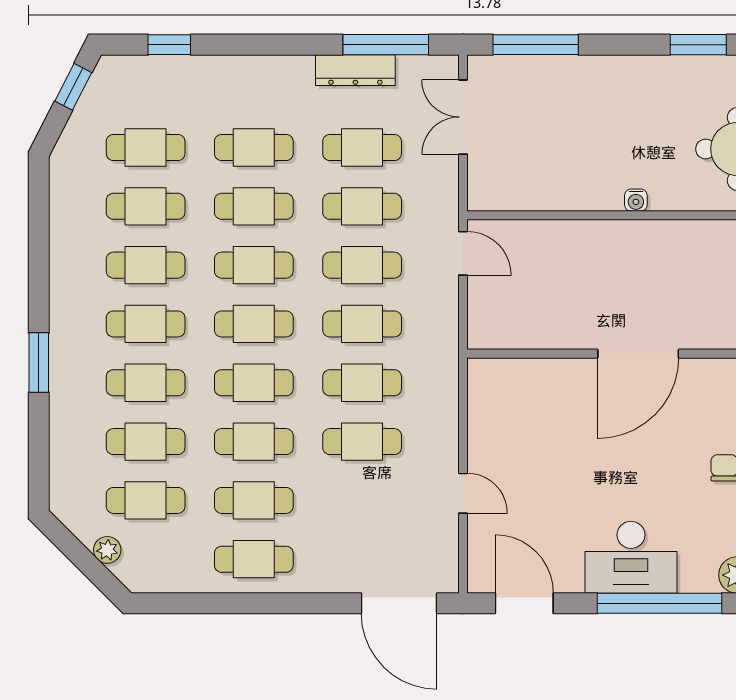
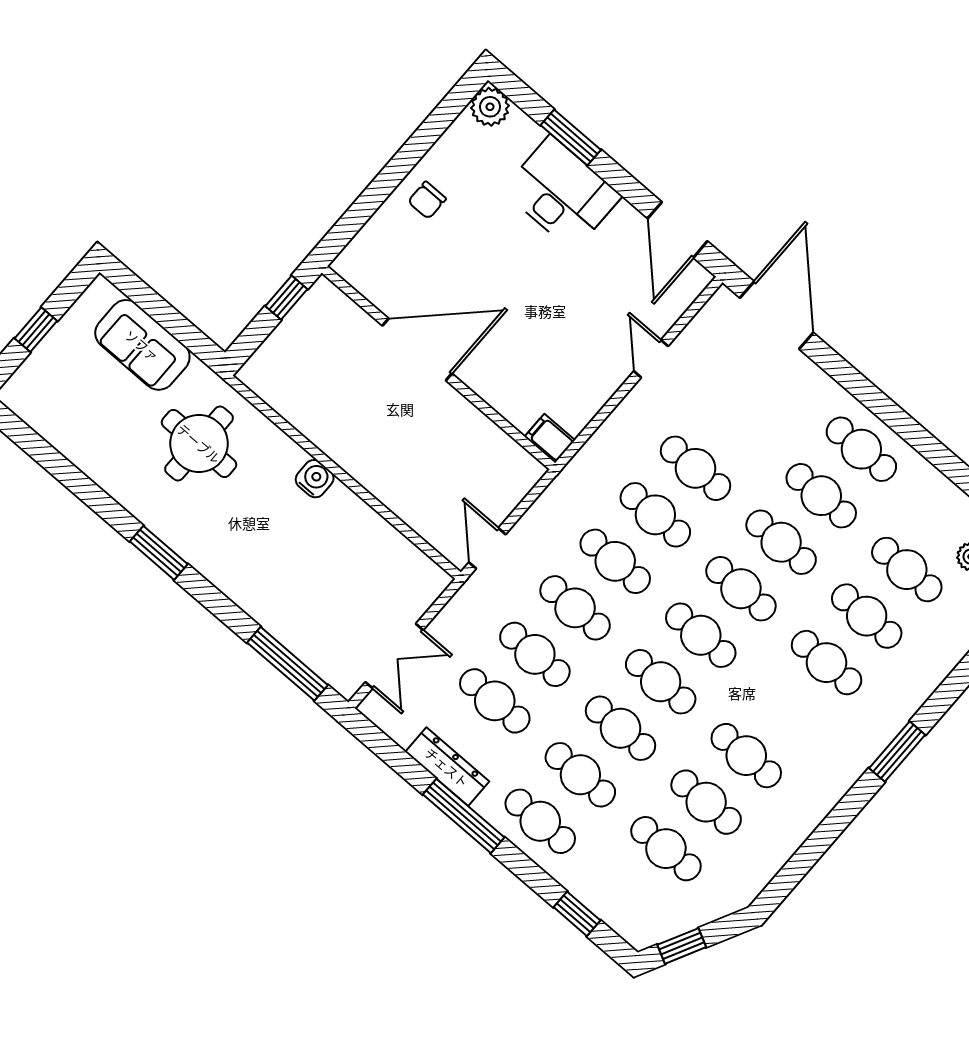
window: (386, 45) -> (464, 816), moved
water cooler: (636, 200) -> (315, 479), width x1.38, depth x1.38
cafe table: (146, 324) -> (540, 821), moved
filing cabinet: (486, 372) -> (550, 438), added
window: (659, 603) -> (571, 138), width x0.47

